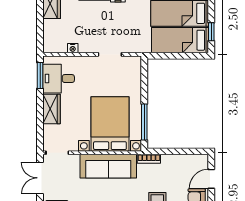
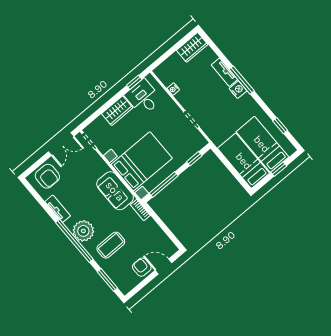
window: (211, 32) -> (279, 169), moved
window: (40, 75) -> (134, 82), width x0.67
window: (144, 79) -> (194, 159), added
sofa: (108, 166) -> (115, 191), width x0.73
double door: (40, 178) -> (61, 144), swing flipped

